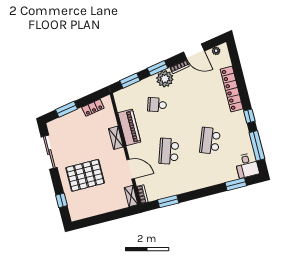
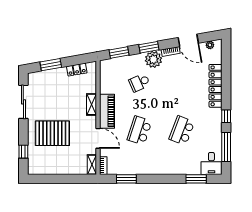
school desk: (157, 105) -> (139, 83), turned -42
piano: (129, 127) -> (107, 111), moved

